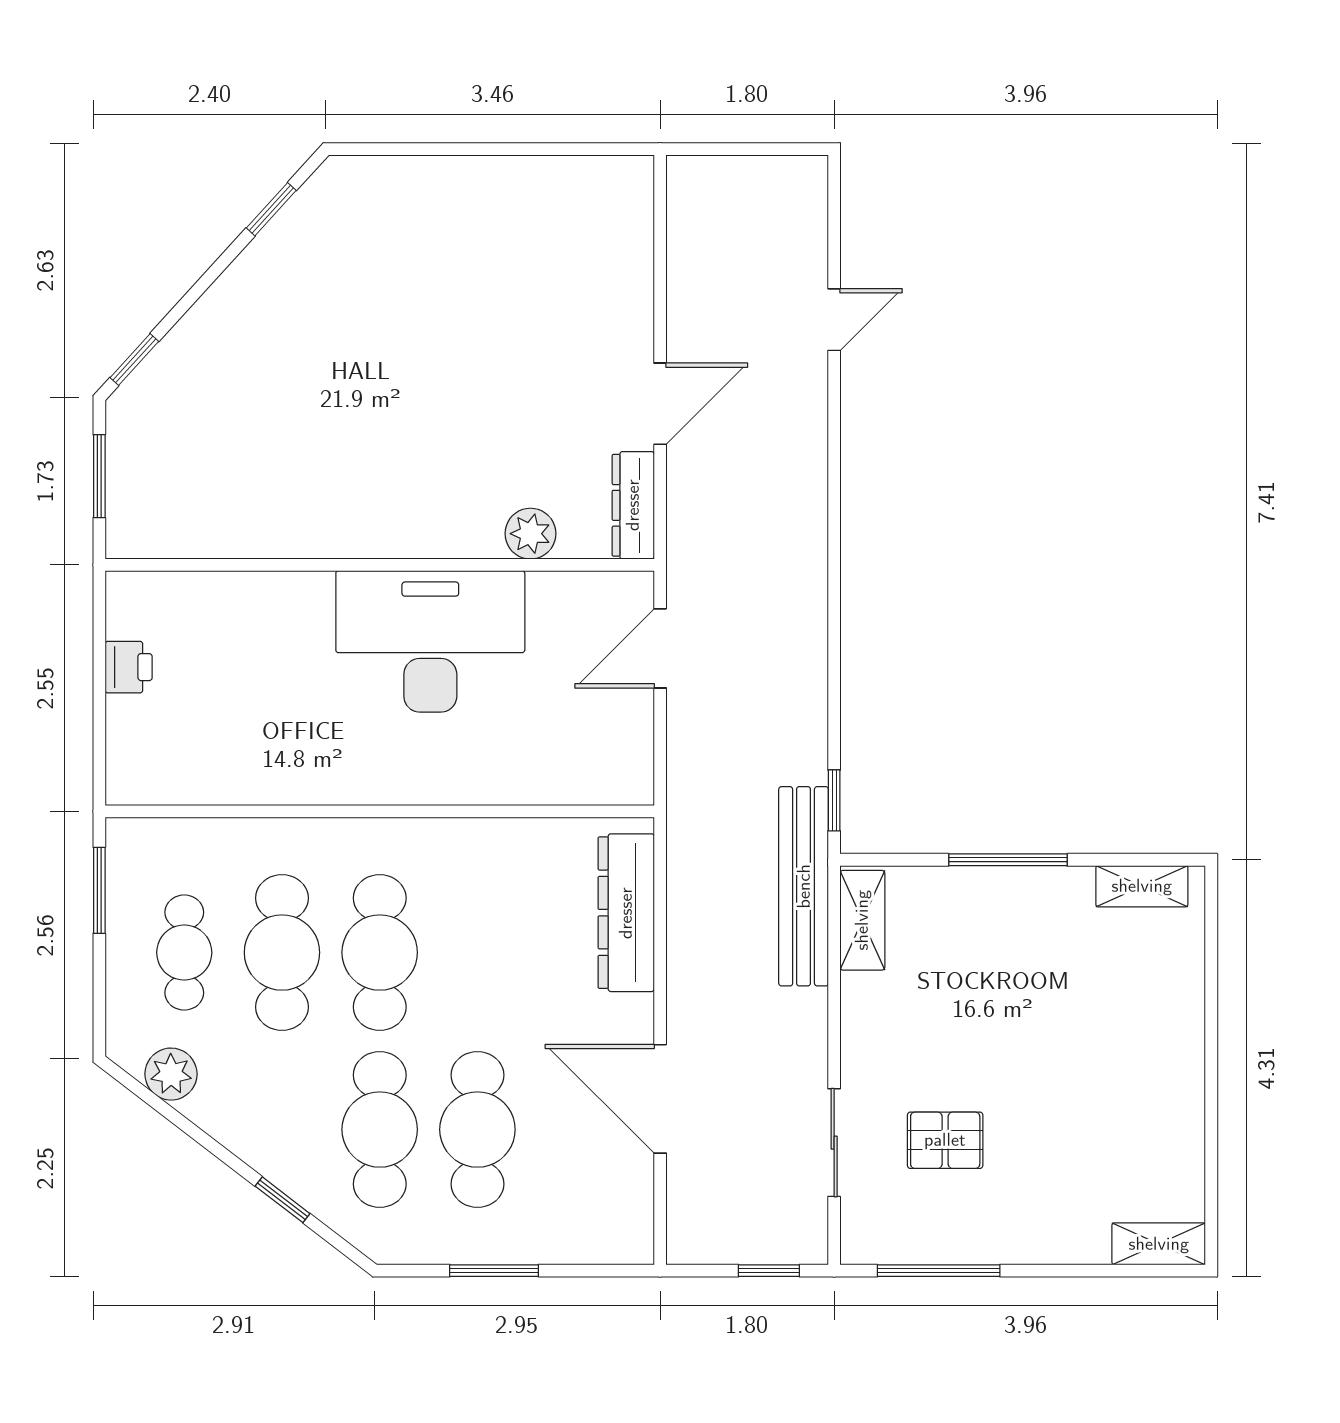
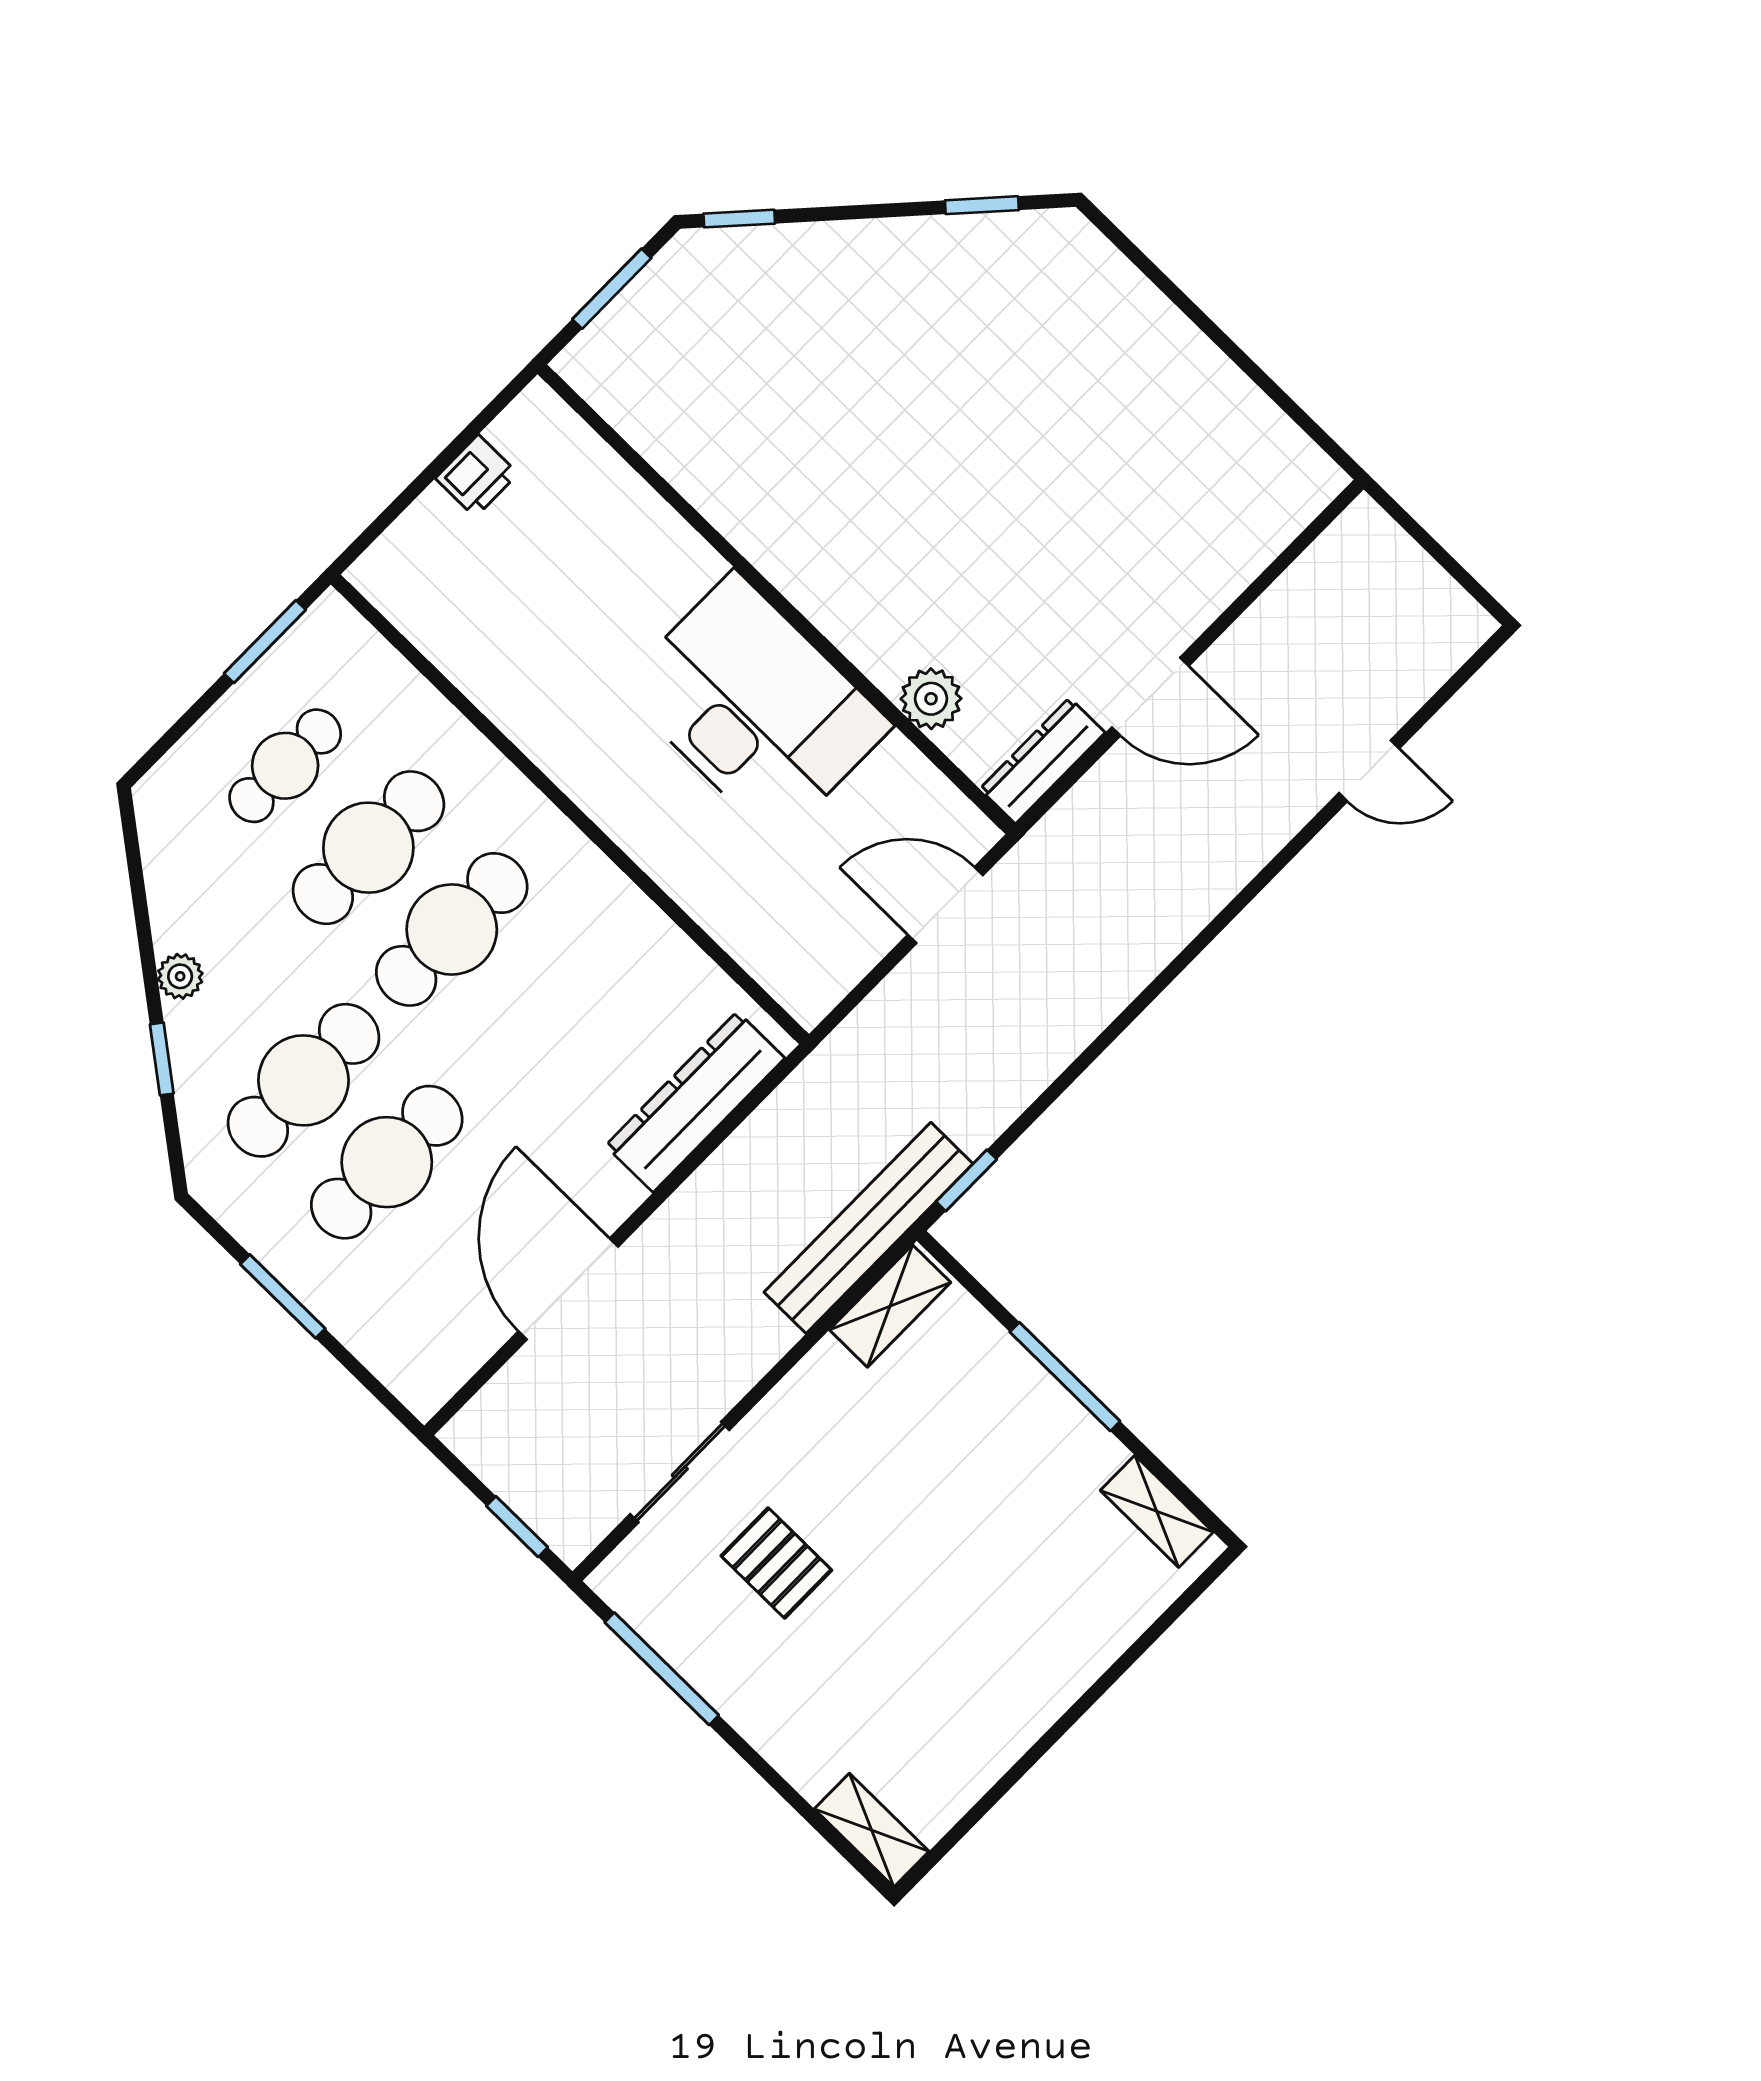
plant: (171, 1074) -> (180, 976), moved, width x0.73, depth x0.73

